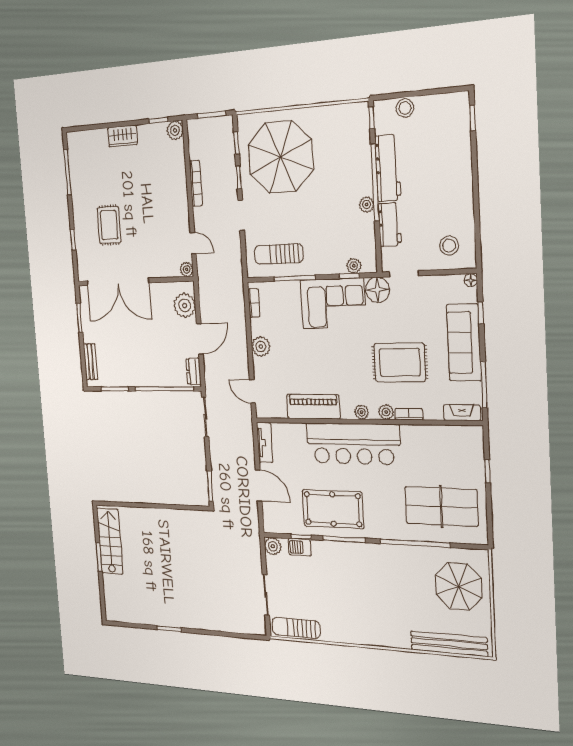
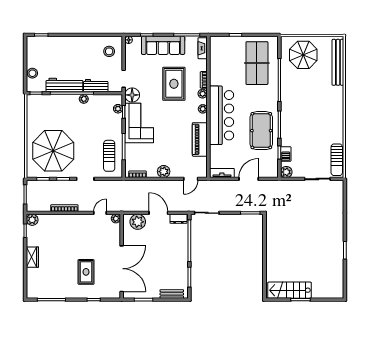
rug: (109, 225) -> (86, 272), turned 90

